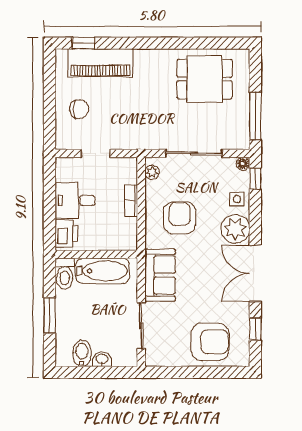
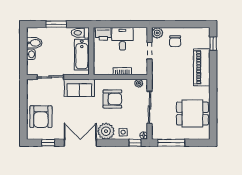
piano: (100, 63) -> (202, 67), moved
dining table: (205, 79) -> (192, 114), turned 90
plant: (65, 140) -> (157, 33), added

